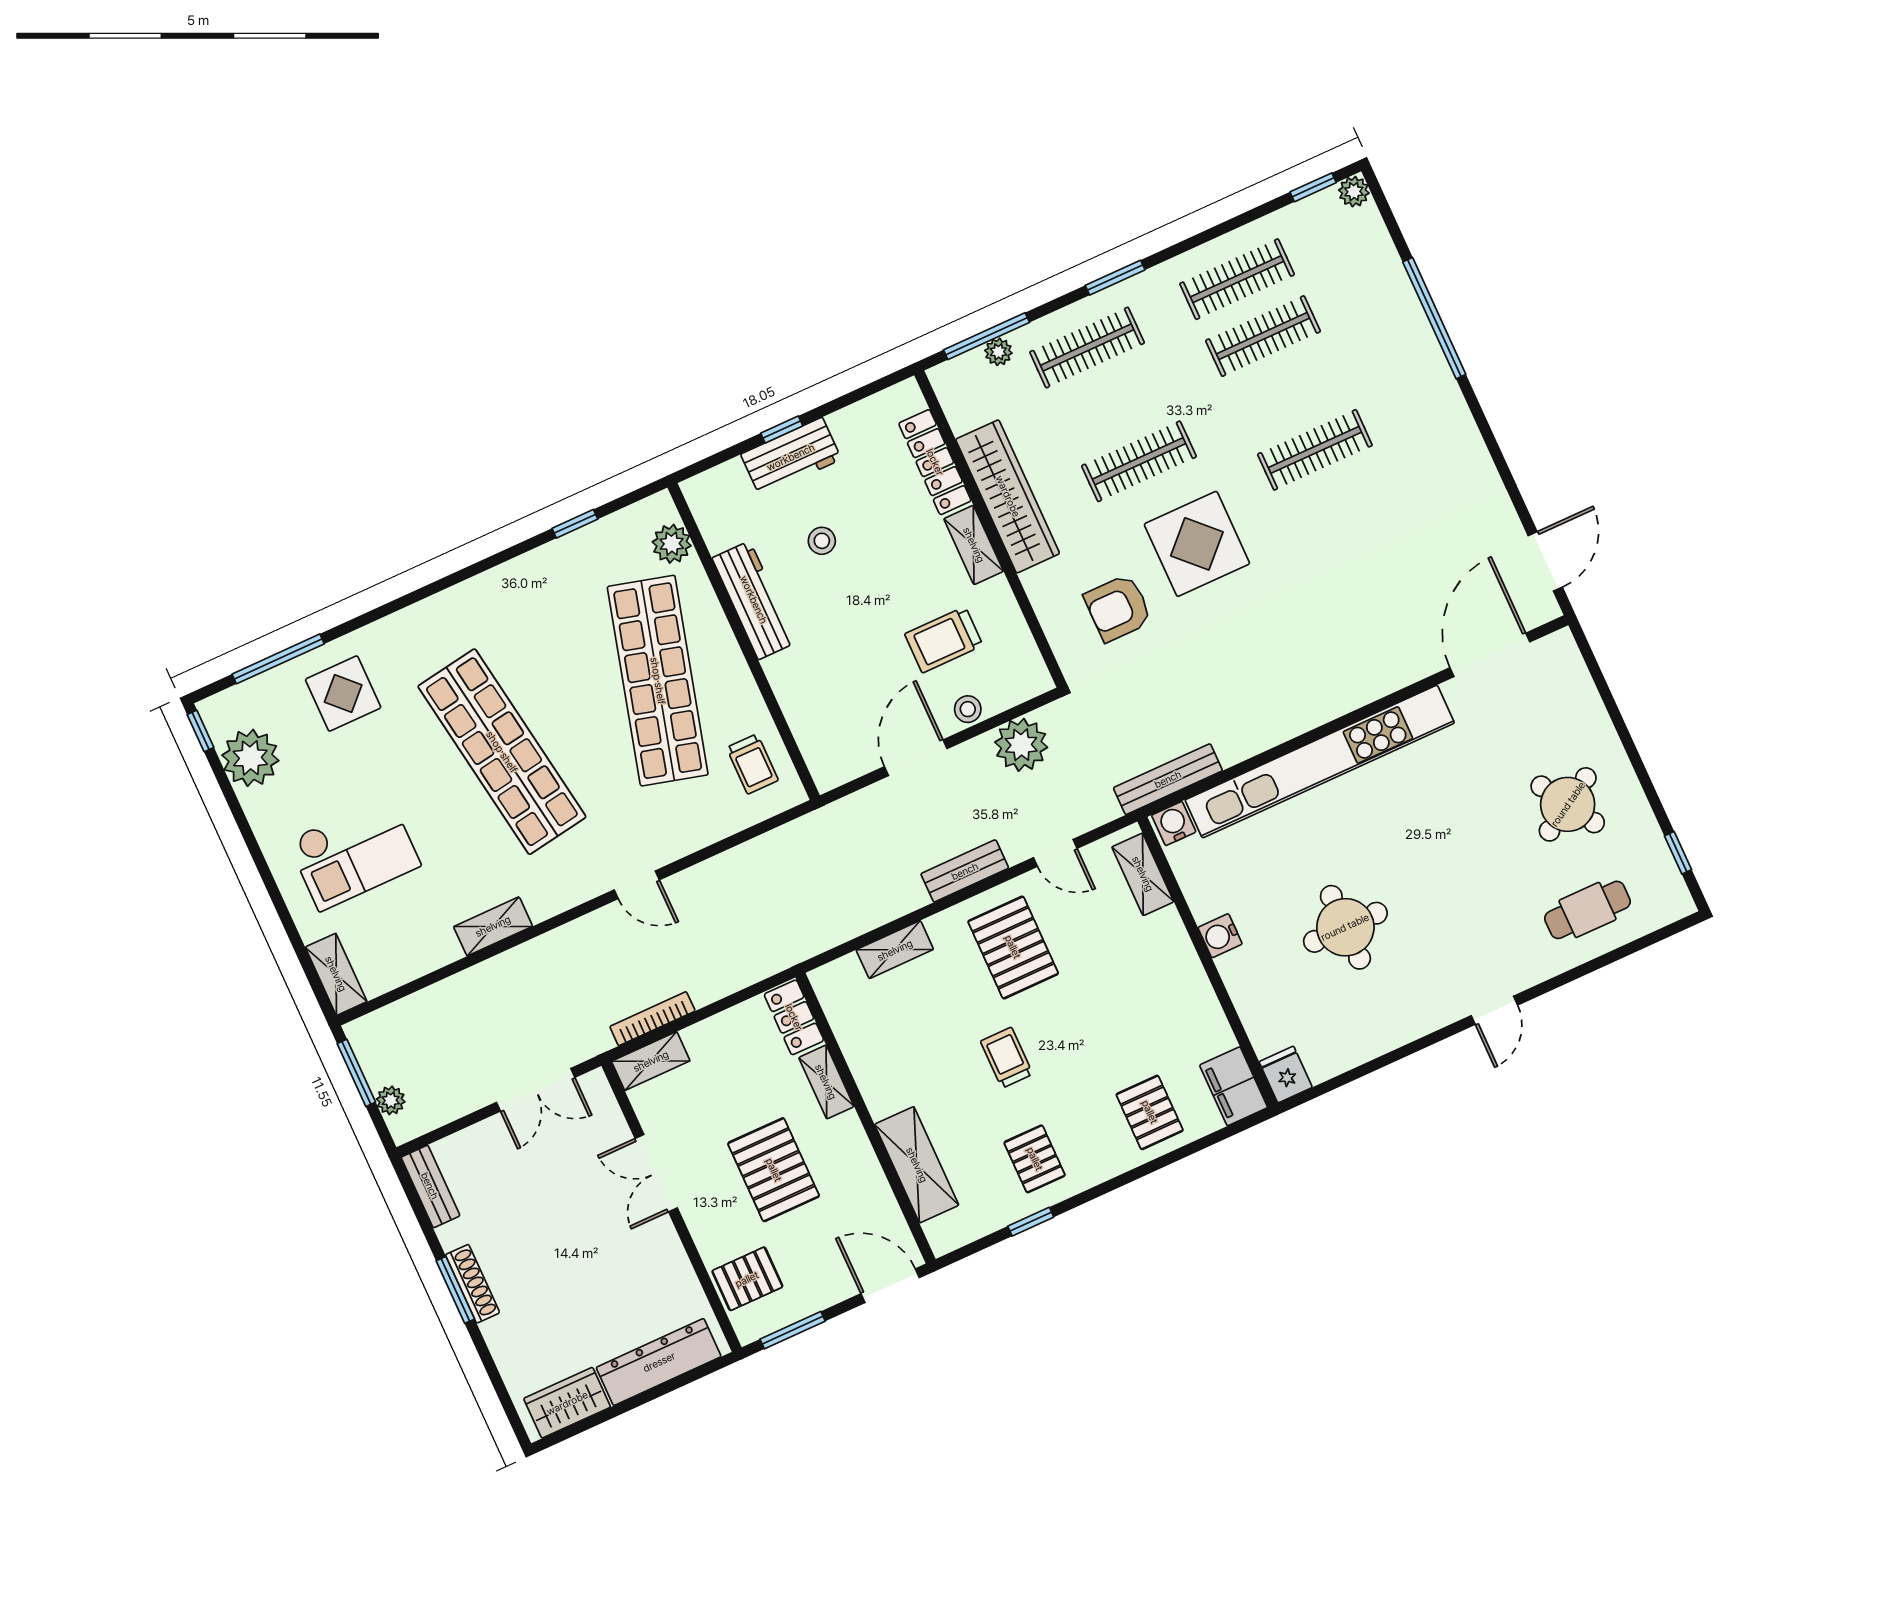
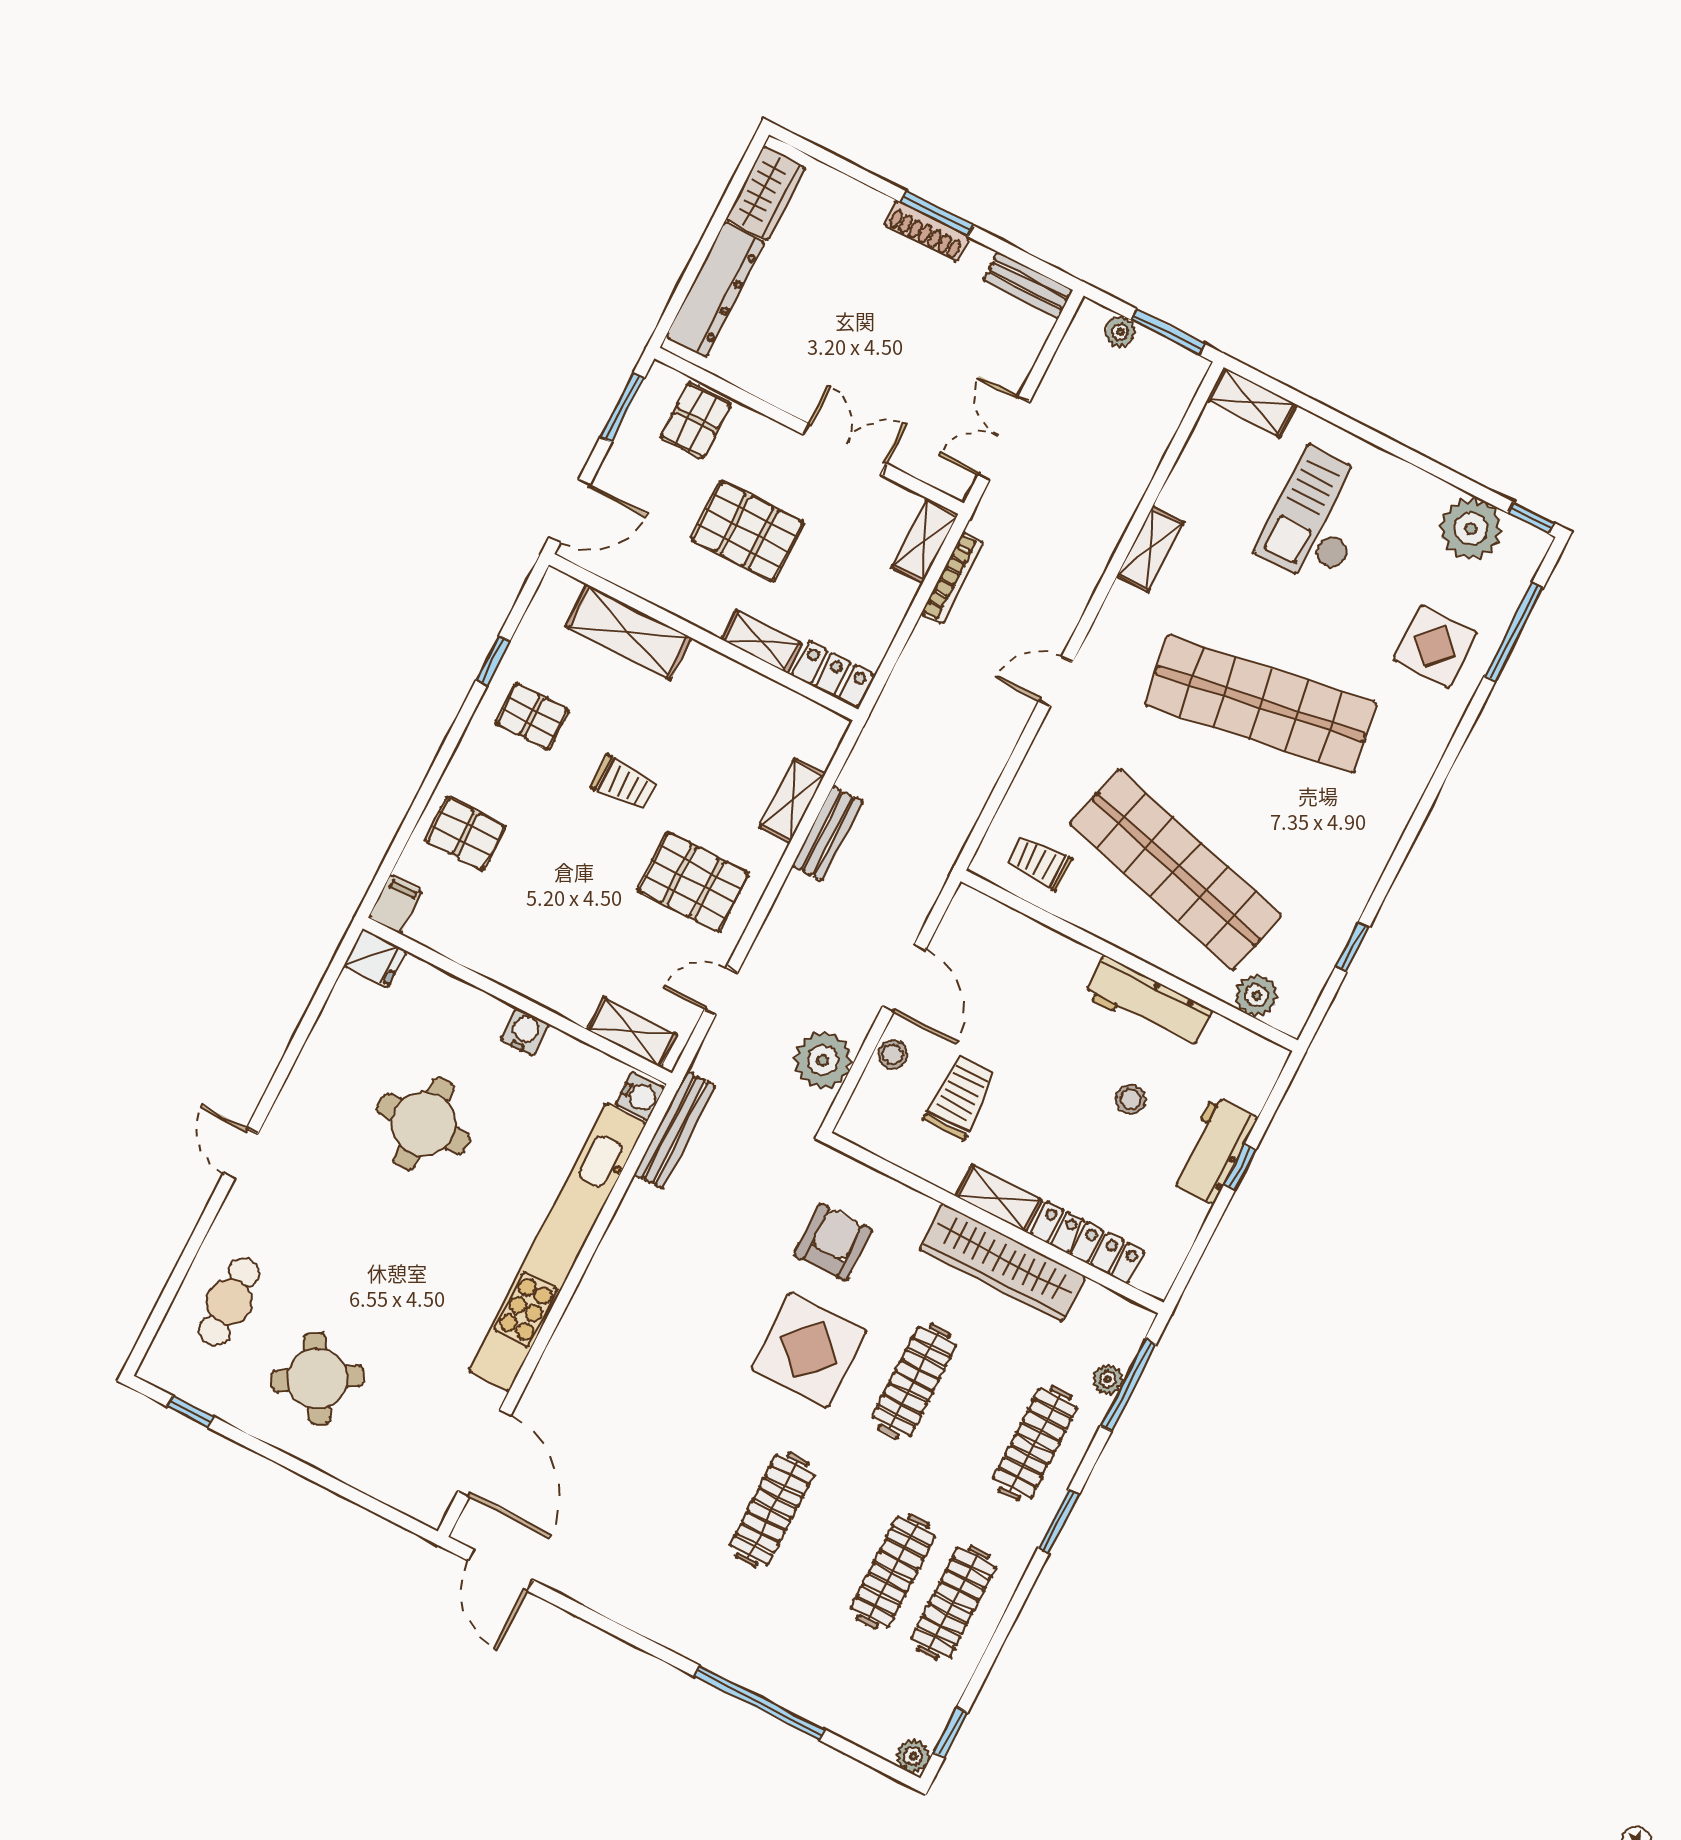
bench: (965, 871) -> (827, 834), moved
filing cabinet: (1234, 1086) -> (395, 904), width x0.50

